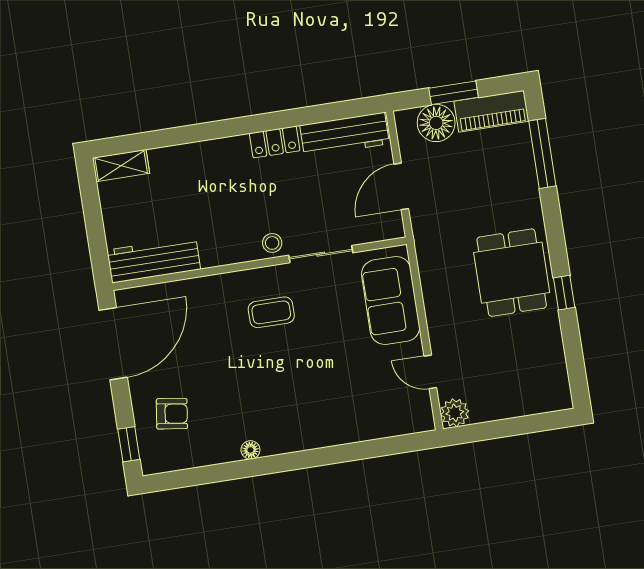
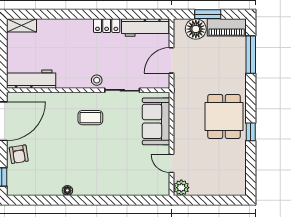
armchair: (172, 414) -> (19, 154), moved, turned 73

